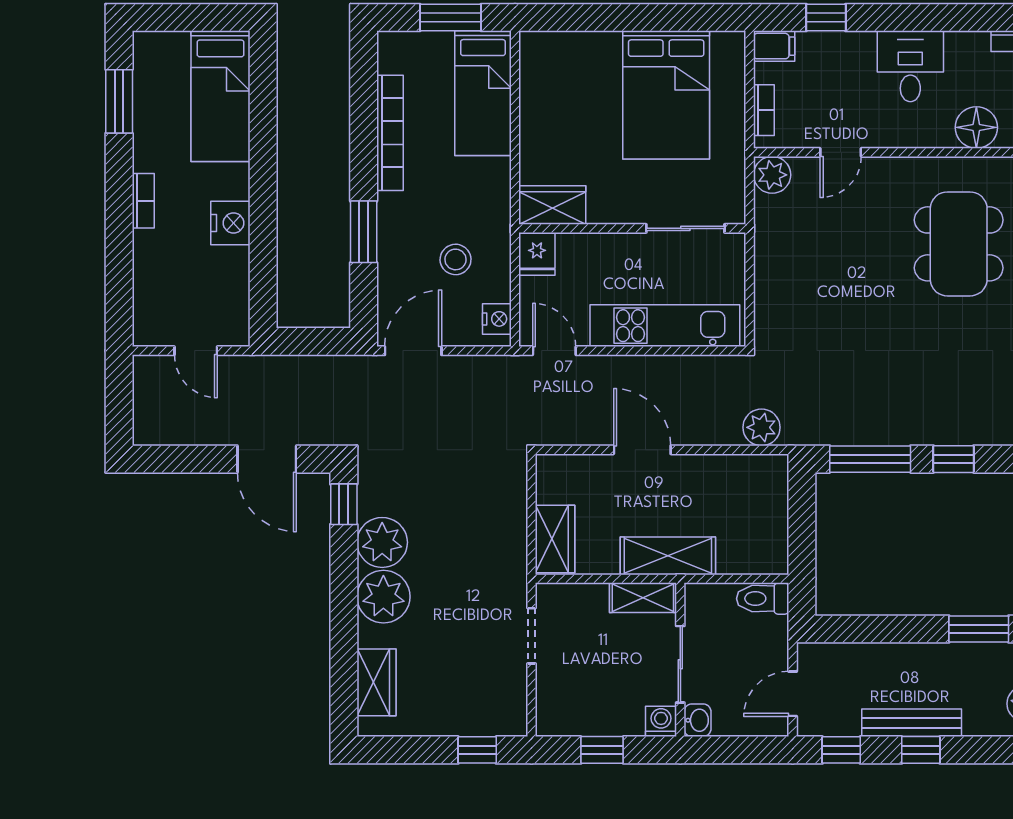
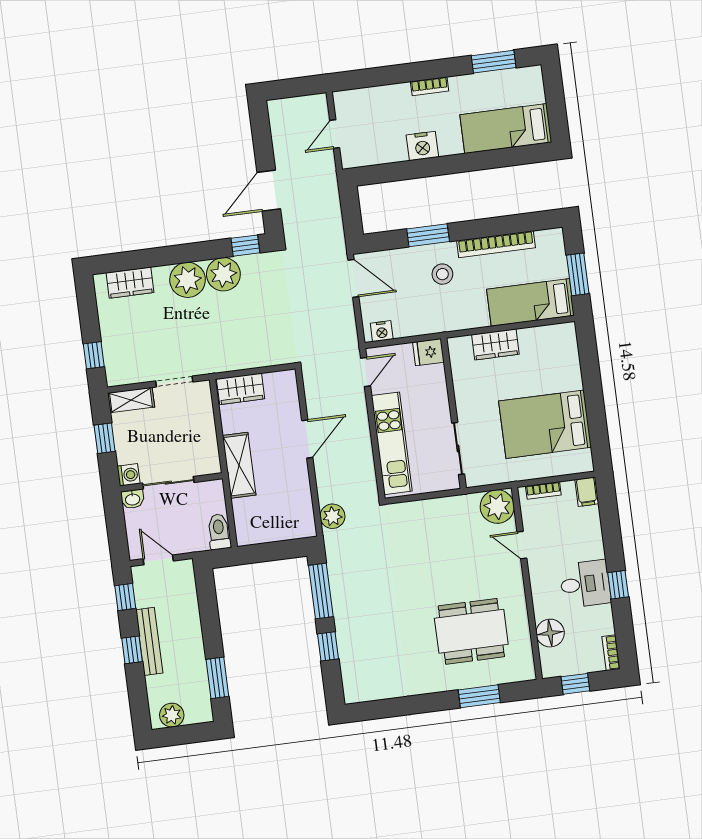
window: (826, 18) -> (618, 585), moved
plant: (772, 175) -> (497, 507), width x1.36, depth x1.36
wardrobe: (552, 205) -> (495, 344), moved, turned 90
stool: (456, 259) -> (442, 274), moved
shelving: (643, 598) -> (131, 400), moved, turned 90

